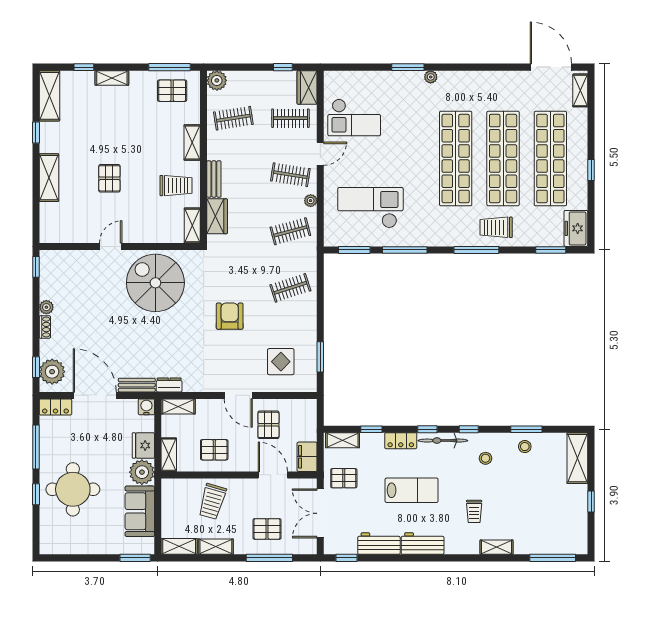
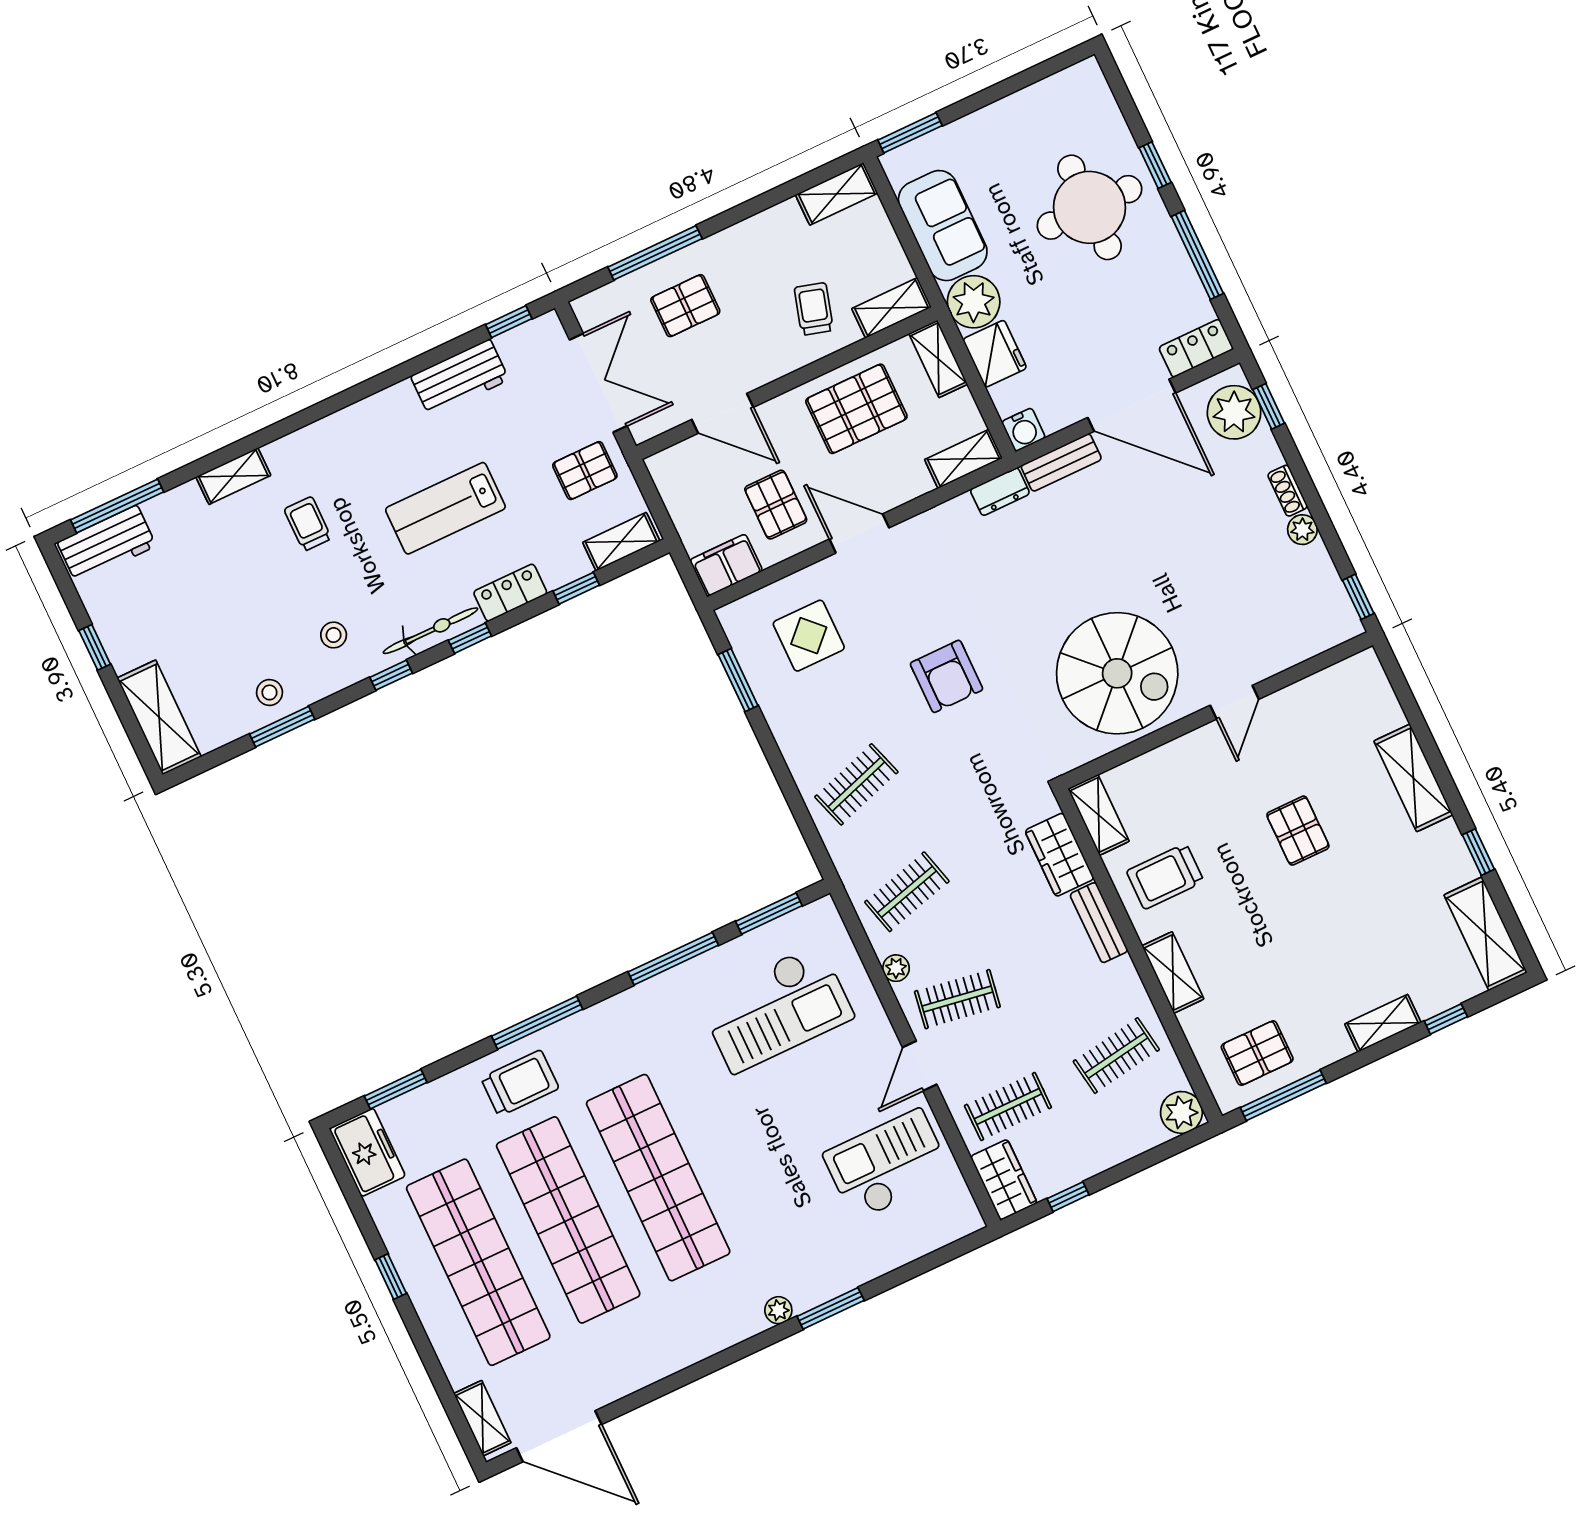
pallet: (214, 450) -> (856, 409), width x1.50, depth x1.42
filing cabinet: (307, 457) -> (726, 565), moved, turned -90
trolley: (212, 501) -> (814, 309), width x0.73, depth x0.72
workbench: (423, 544) -> (107, 544), moved
shelving: (216, 547) -> (892, 308), moved

